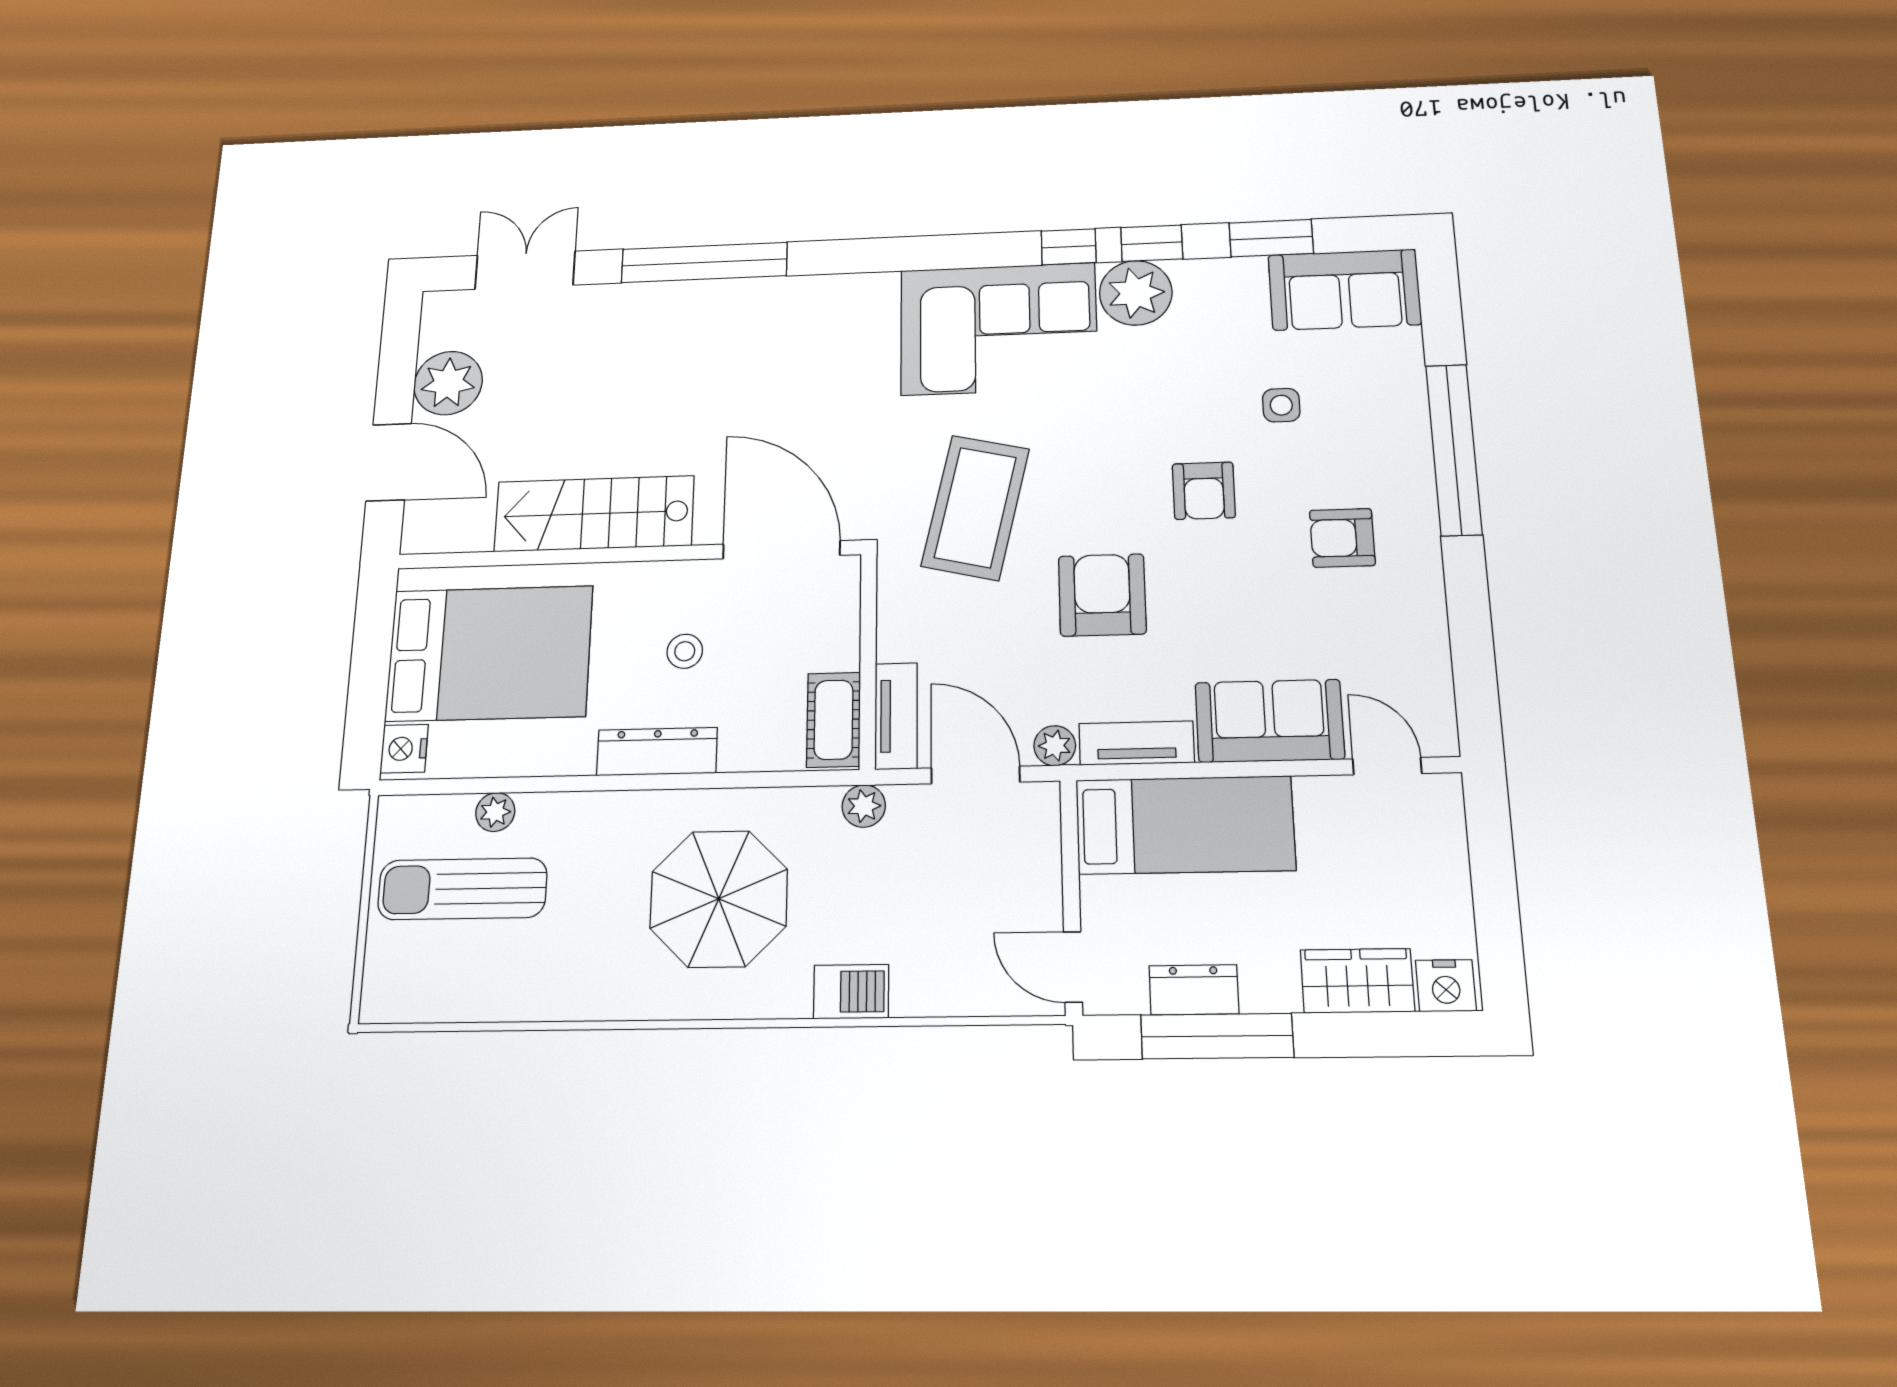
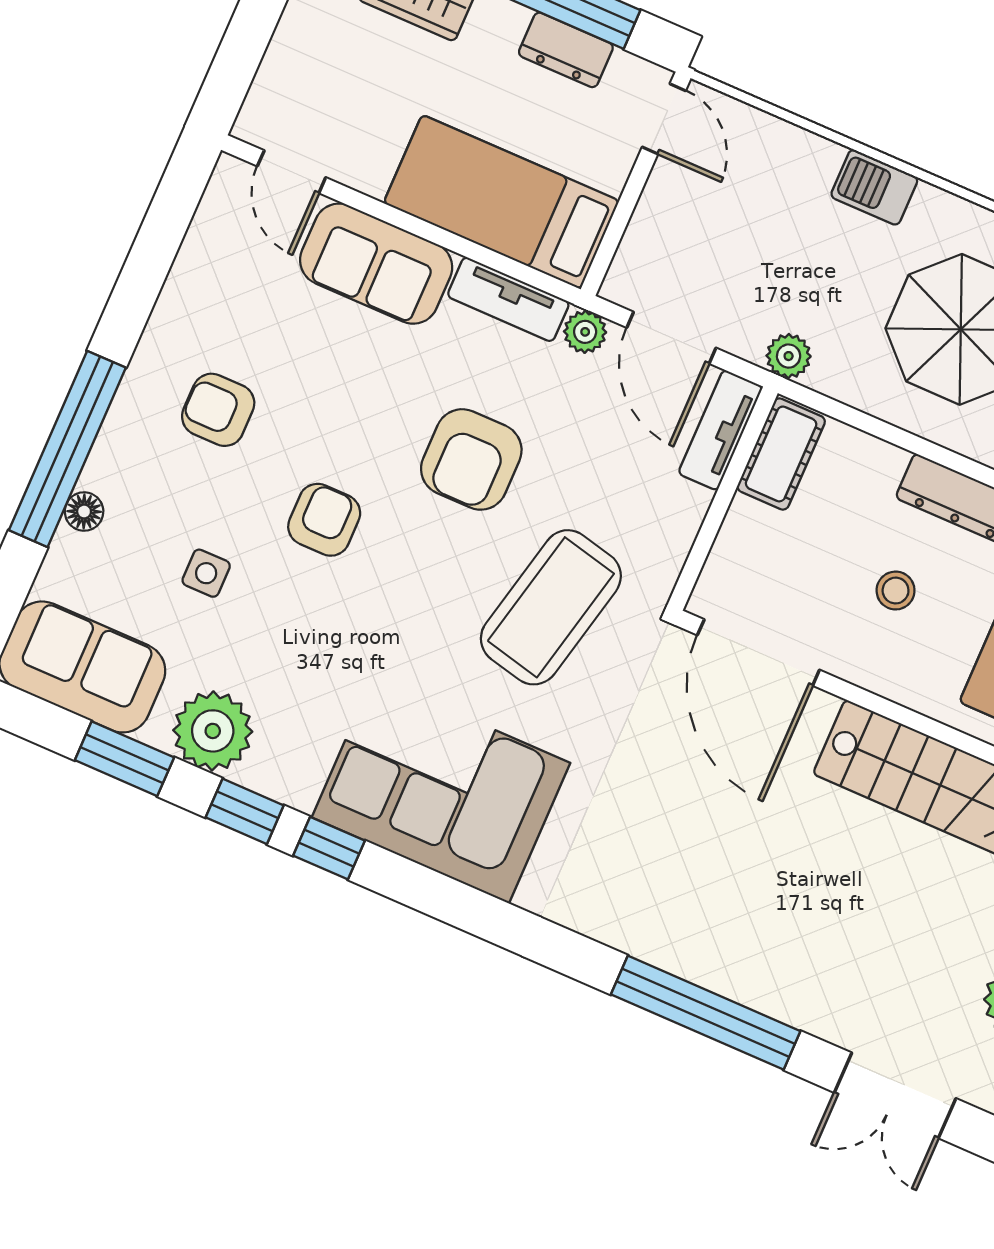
plant: (1136, 293) -> (213, 731), moved
floor lamp: (1411, 407) -> (84, 511), added
armchair: (1342, 538) -> (218, 410), turned 180

